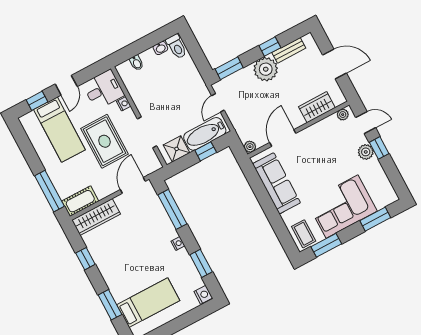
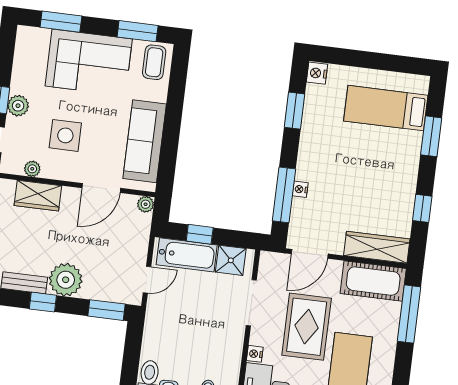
plant: (343, 115) -> (32, 169), moved
side table: (326, 154) -> (65, 135), added
cot: (80, 201) -> (373, 281), width x1.37, depth x1.34
nightstand: (178, 243) -> (300, 189), moved

